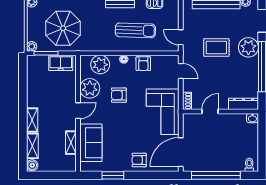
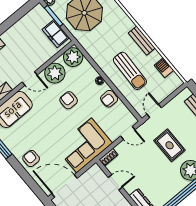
plant: (100, 65) -> (73, 57), moved
door: (181, 71) -> (128, 133), hinge flipped

